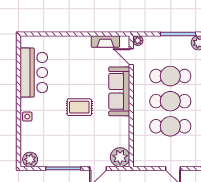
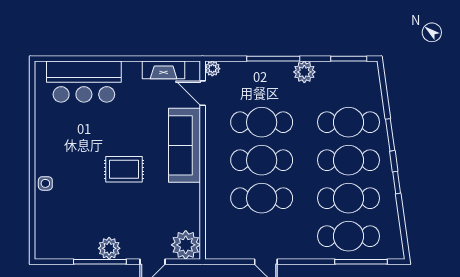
bar counter: (34, 72) -> (84, 82), moved, turned 90
plant: (30, 159) -> (109, 248), moved

